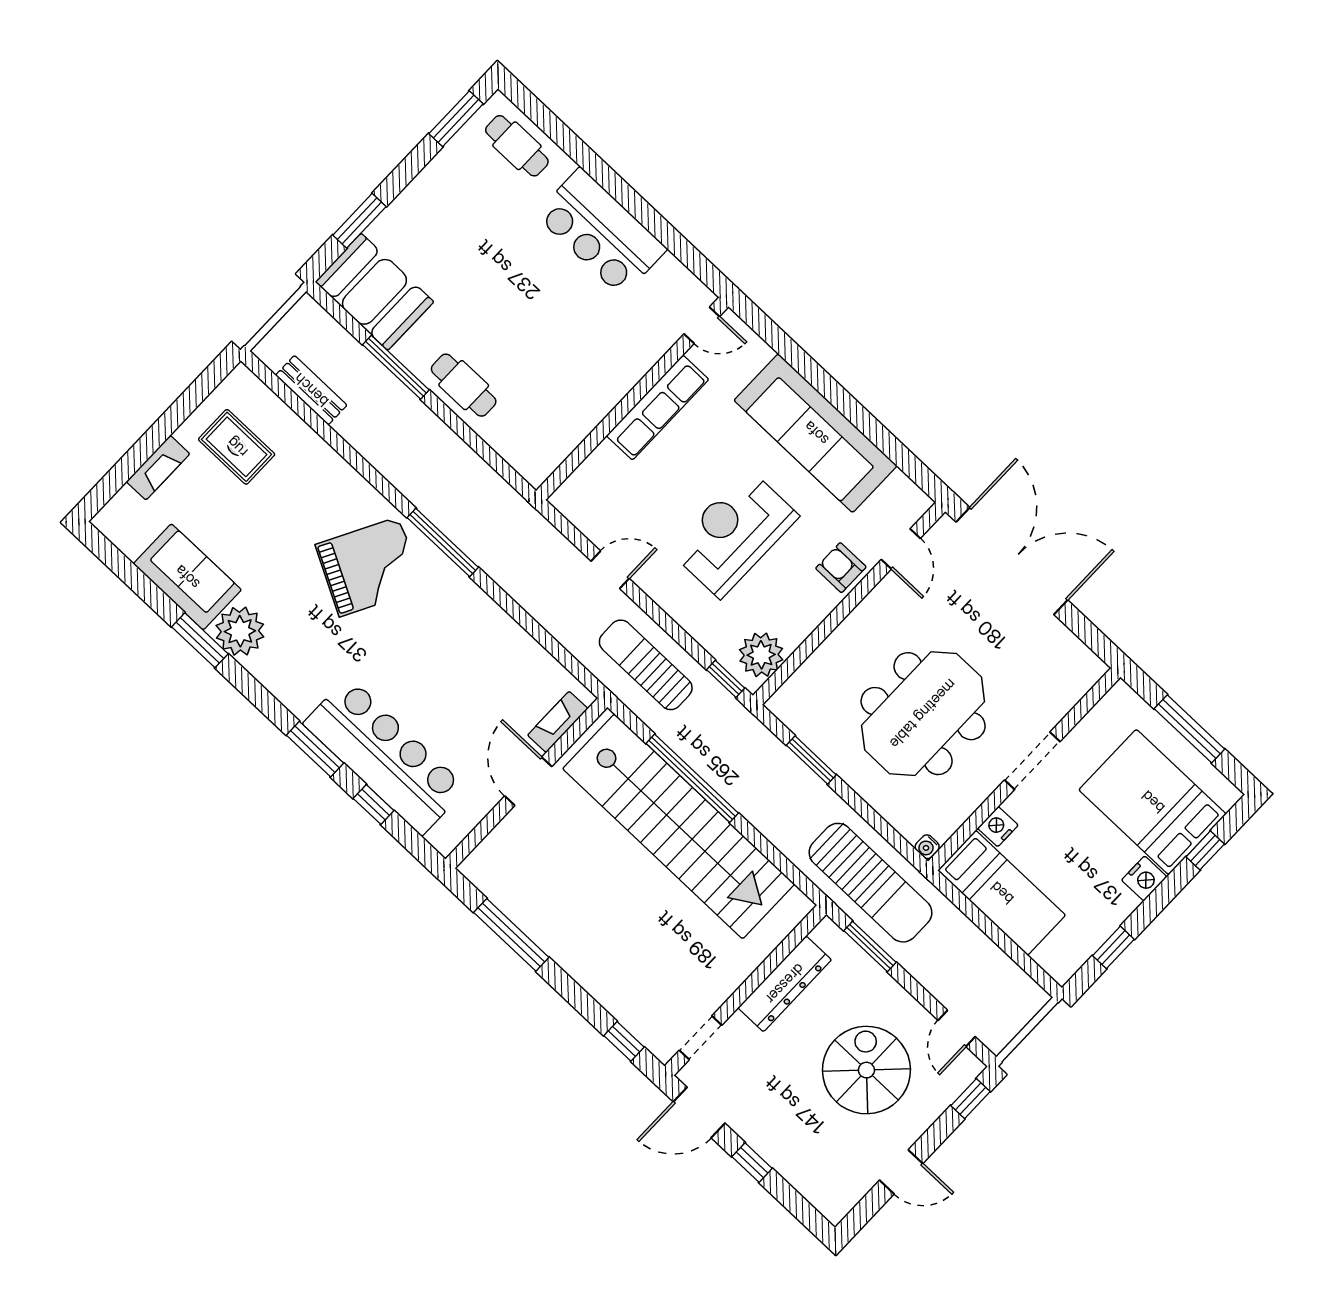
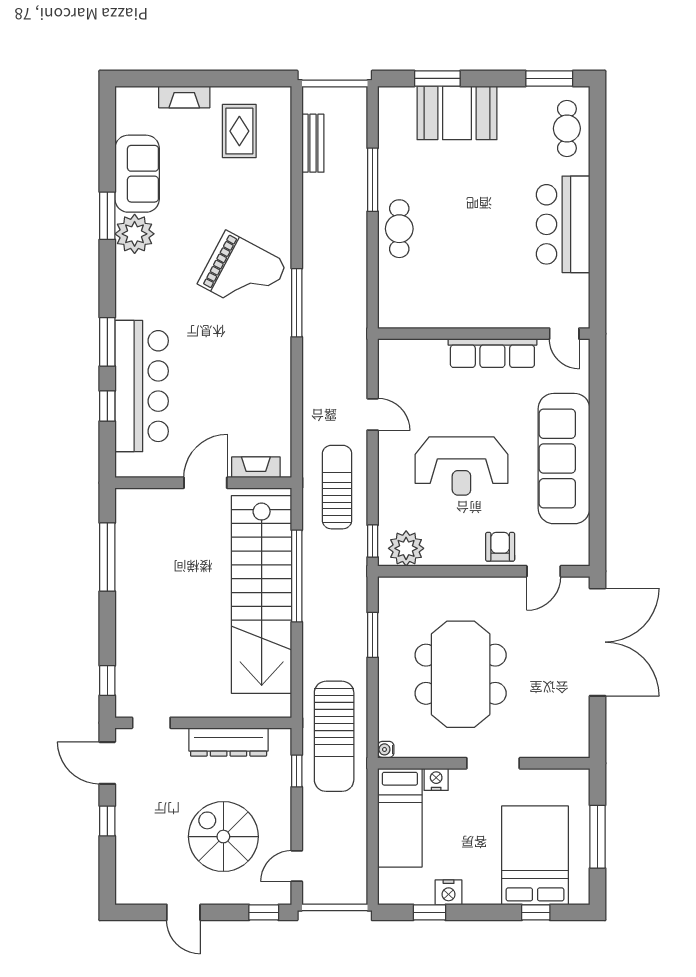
booth: (374, 292) -> (457, 113), moved, turned 90
reception desk: (734, 533) -> (461, 466), turned 180
meeting table: (923, 714) -> (461, 674), turned 90
nightstand: (1144, 878) -> (449, 892), moved
window: (870, 946) -> (297, 771), width x0.67
spiral stairs: (866, 1070) -> (223, 837), turned -90

